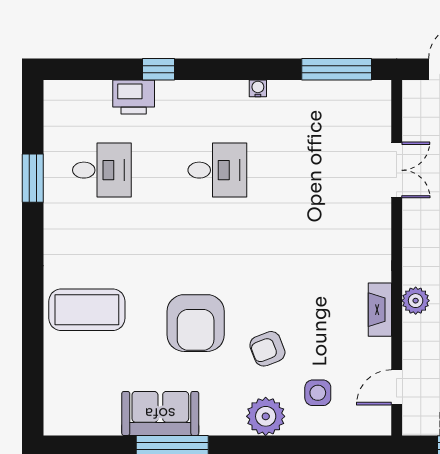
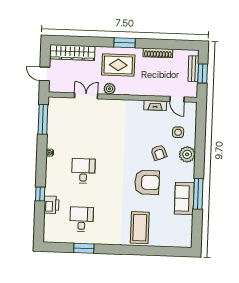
plant: (416, 301) -> (110, 89), moved
fireplace: (380, 310) -> (155, 105), moved

